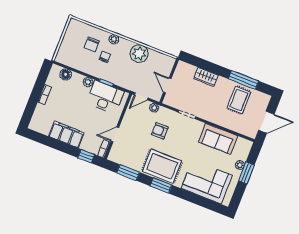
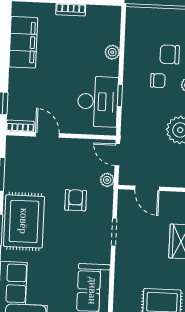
floor lamp: (66, 74) -> (112, 31), removed
plant: (88, 82) -> (112, 52), moved
door: (167, 85) -> (147, 188), swing flipped
filing cabinet: (66, 134) -> (23, 42), moved

